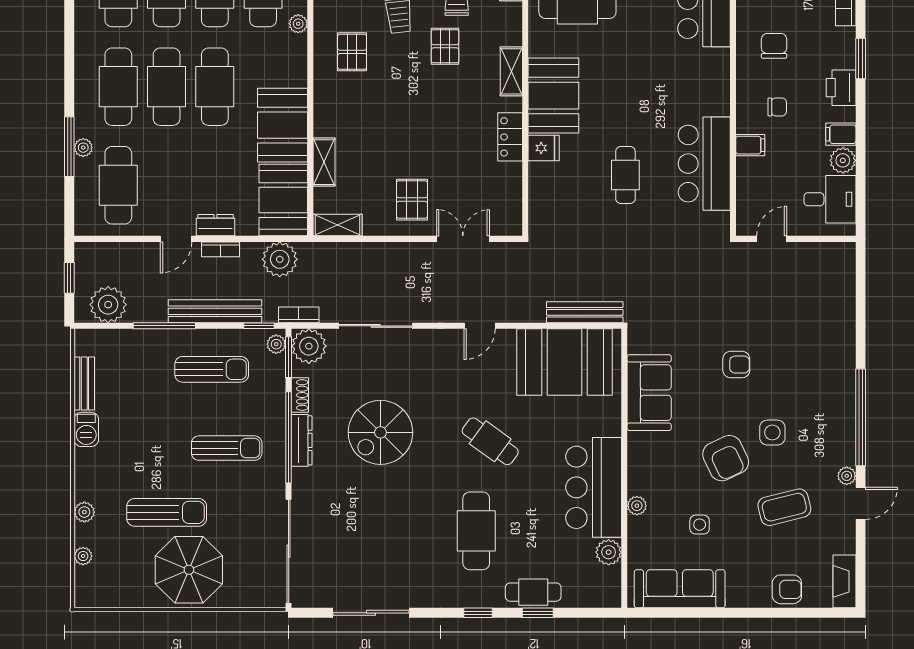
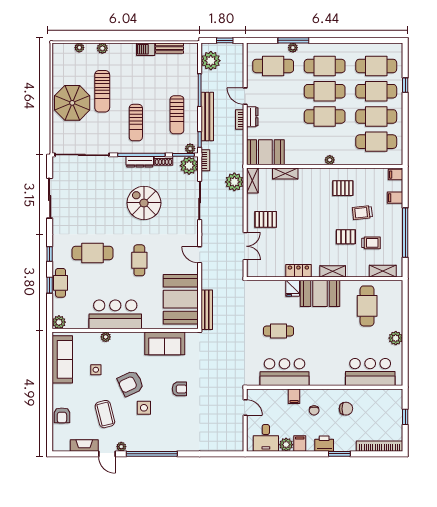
plant: (298, 24) -> (330, 160), moved
booth: (283, 125) -> (305, 152), removed
plant: (280, 259) -> (234, 182), moved
armchair: (736, 365) -> (179, 389), turned -90
cafe table: (490, 441) -> (139, 260), turned -36
plant: (609, 552) -> (59, 322), moved
fireplace: (844, 581) -> (84, 445), moved

